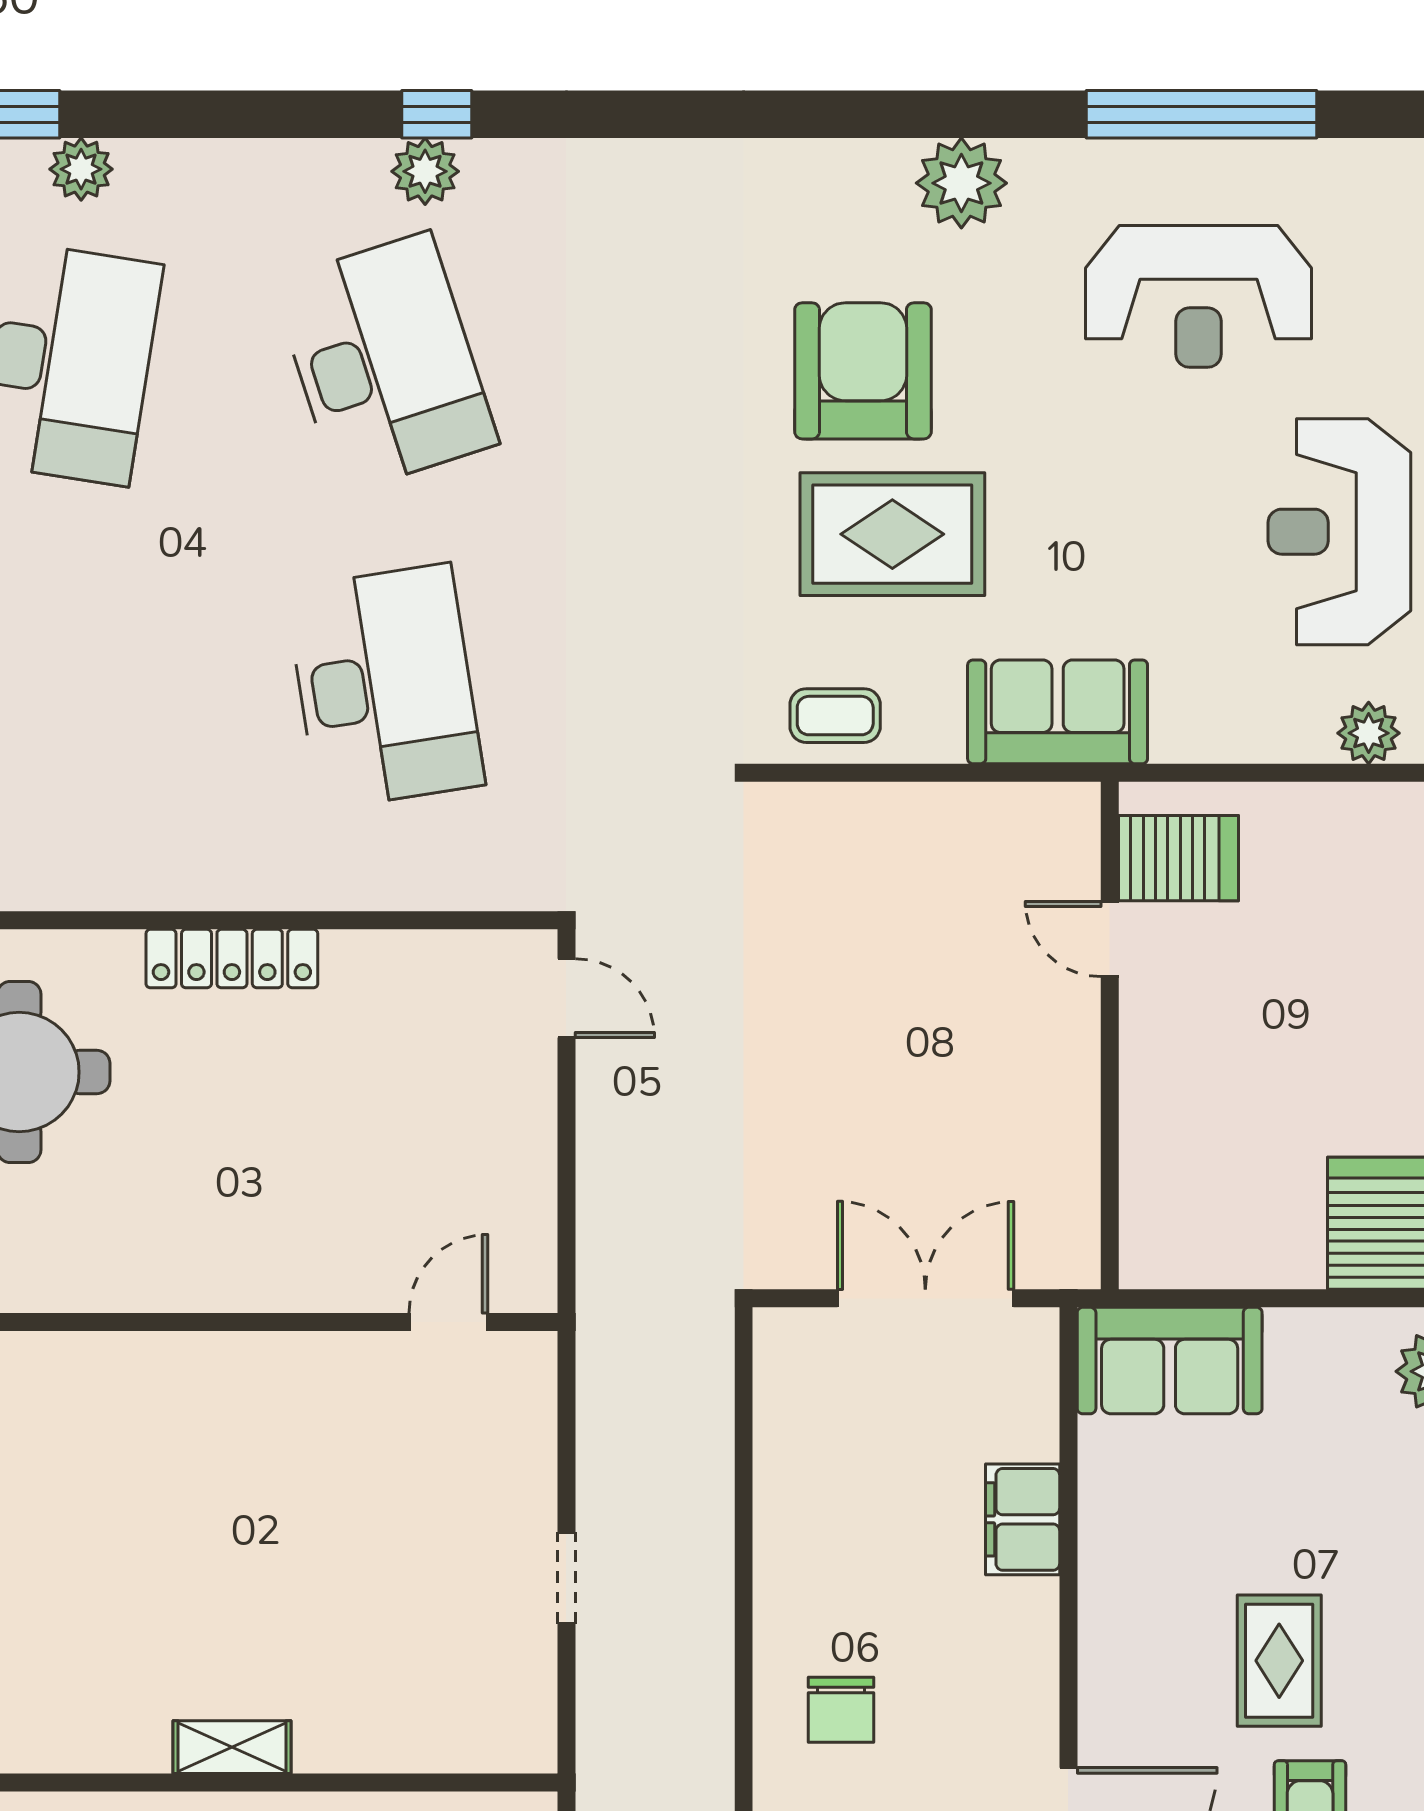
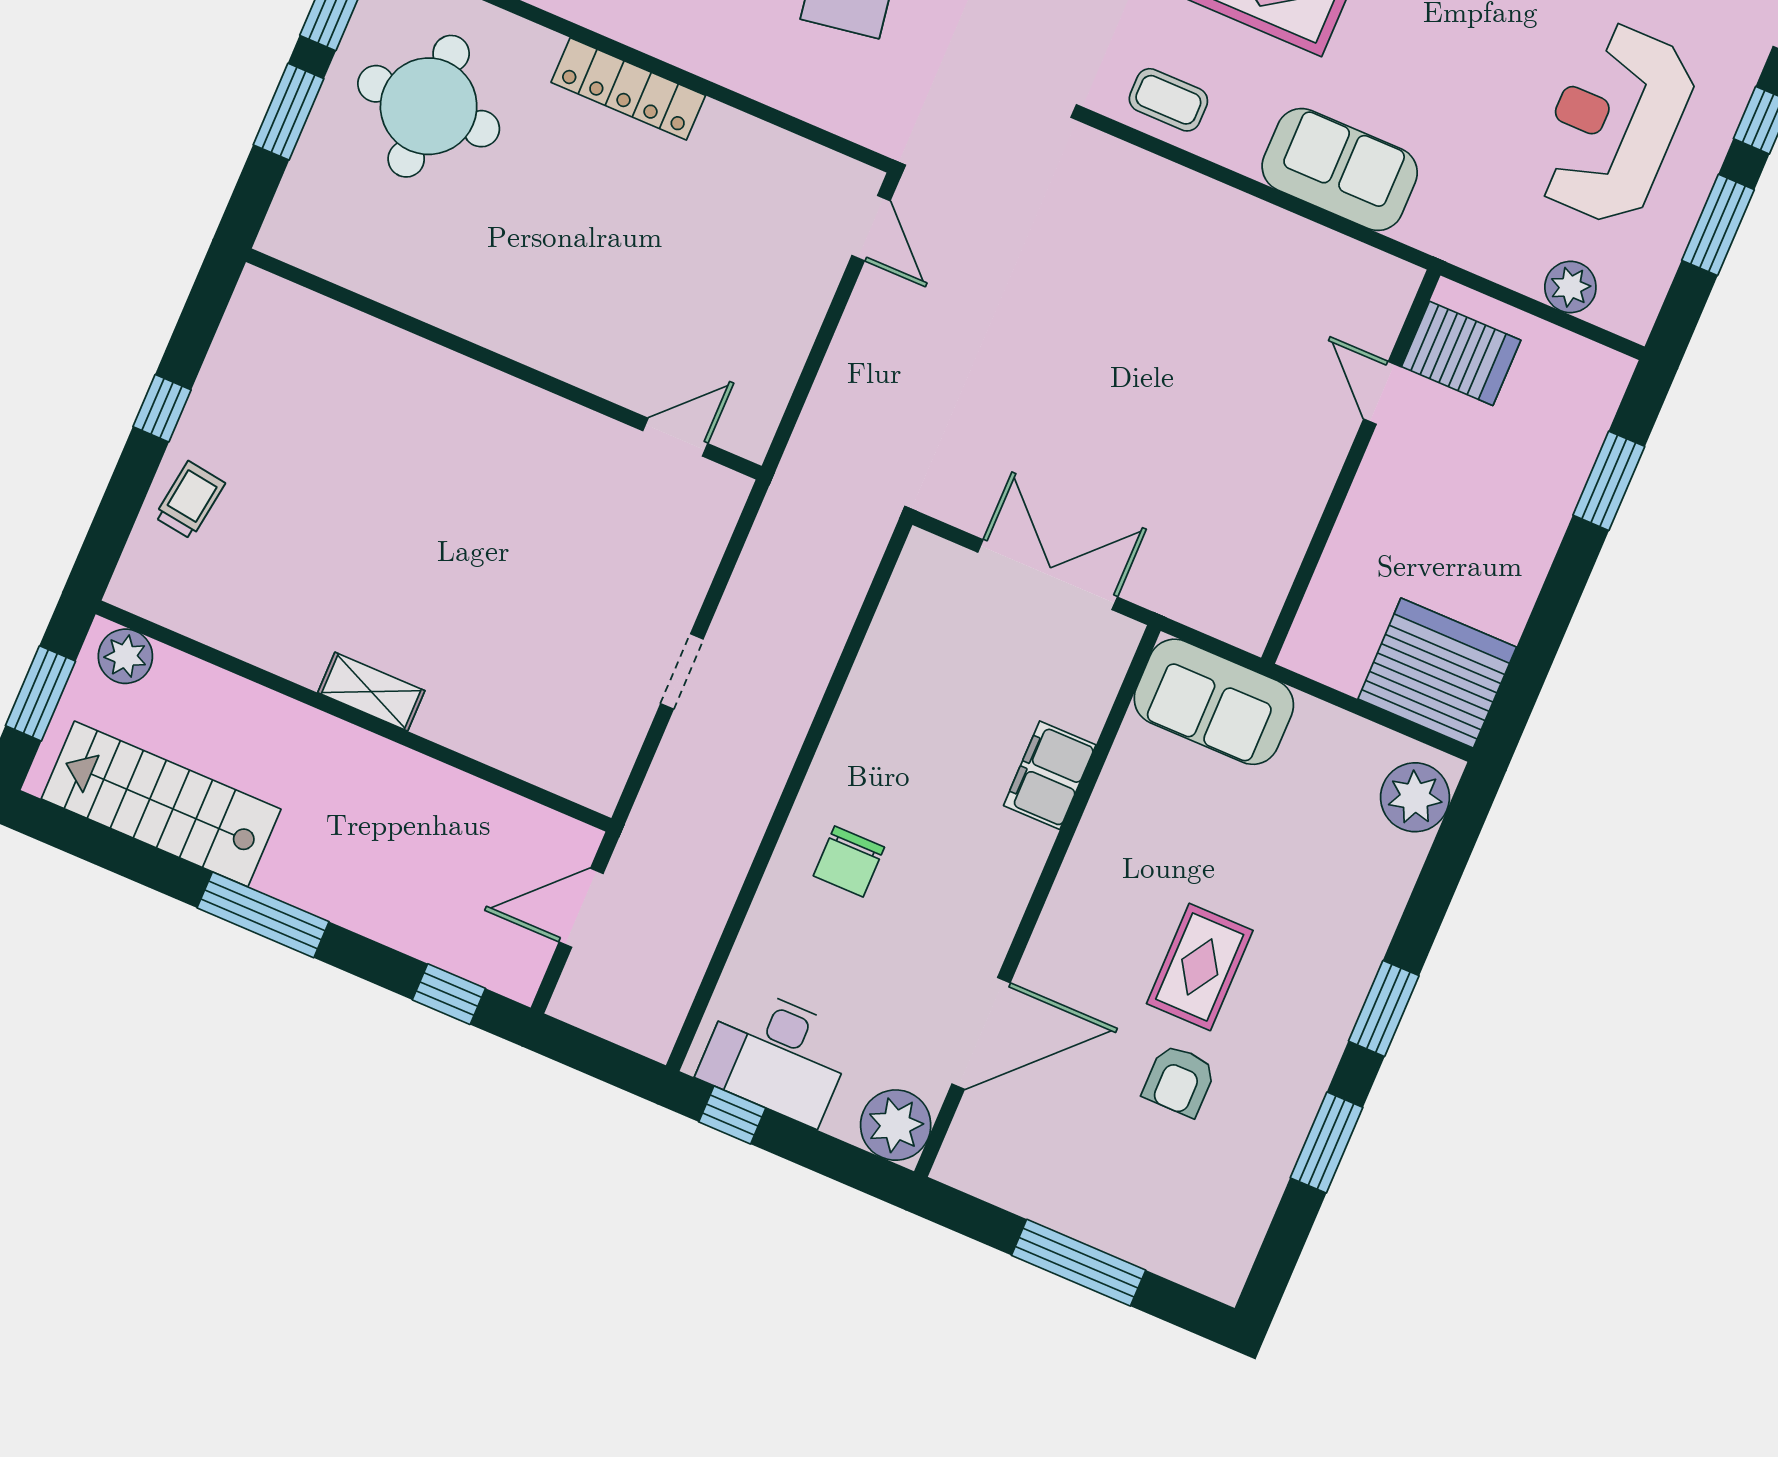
server rack: (1179, 858) -> (1461, 353), moved
door: (1110, 939) -> (1382, 393), moved
wall: (1110, 1035) -> (1351, 467), moved

